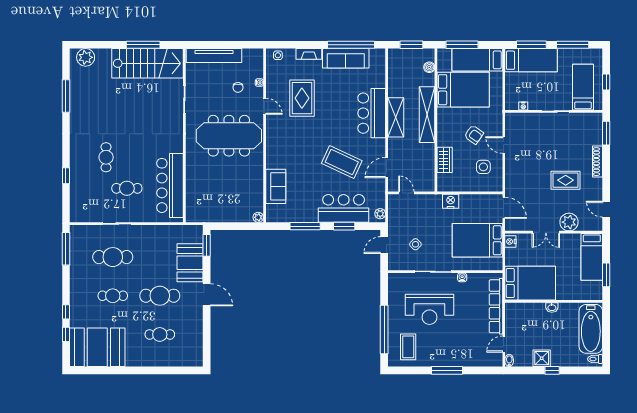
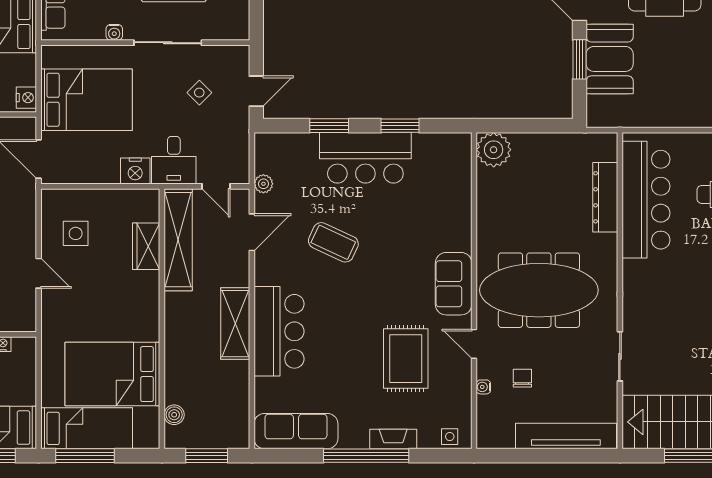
window: (351, 45) -> (366, 456), moved
window: (462, 45) -> (85, 456), moved
sofa: (346, 58) -> (296, 431), moved
shelving: (427, 115) -> (178, 240), moved
armchair: (474, 135) -> (93, 292), removed
coffee table: (342, 162) -> (333, 242), width x0.73, depth x0.76
sofa: (276, 186) -> (454, 284), moved
dresser: (192, 187) -> (605, 197), added
desk: (429, 207) -> (174, 160), added
bar counter: (344, 208) -> (365, 158), moved
plant: (380, 214) -> (263, 184), moved
plant: (258, 217) -> (494, 150), width x1.87, depth x1.87
window: (305, 226) -> (400, 126), width x0.69
window: (207, 245) -> (580, 59), moved

